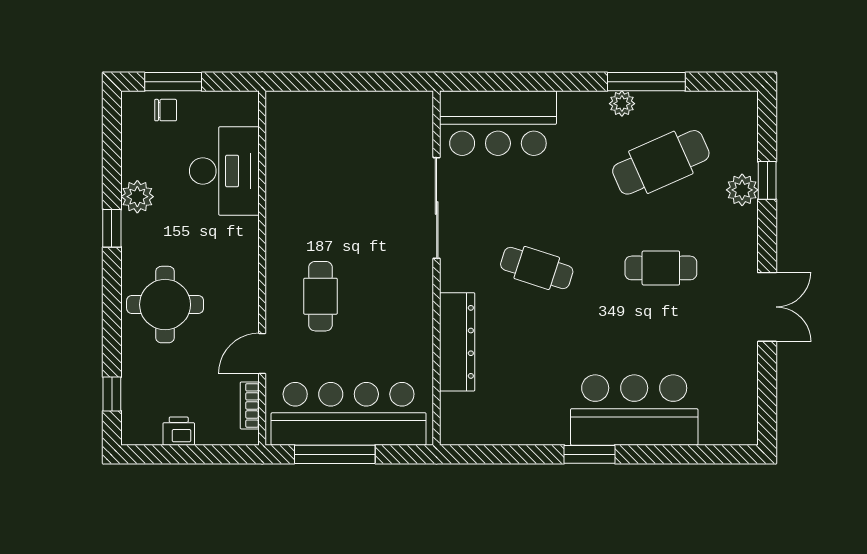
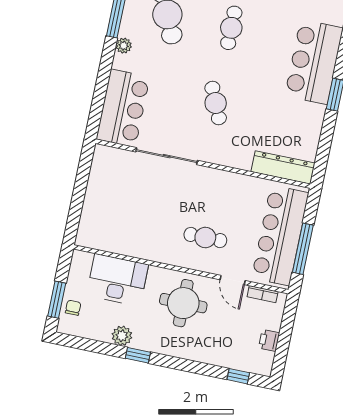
plant: (622, 104) -> (124, 46), moved
cafe table: (537, 268) -> (216, 103), turned -42
round table: (165, 305) -> (183, 303), moved
dresser: (457, 342) -> (283, 167), moved

